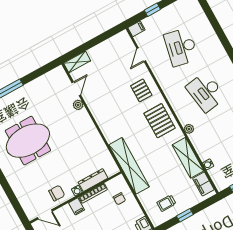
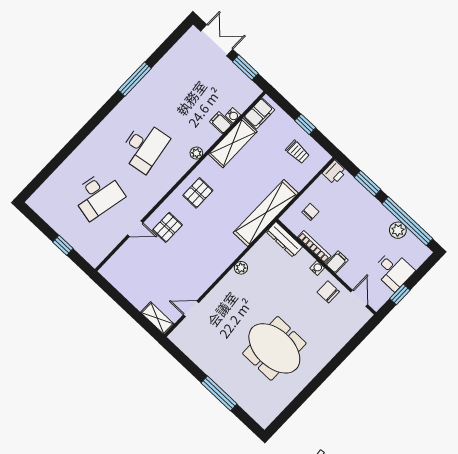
filing cabinet: (136, 29) -> (221, 123), moved
door: (141, 55) -> (135, 229), moved
plant: (78, 105) -> (241, 268), moved
pallet: (160, 121) -> (198, 193), width x0.67, depth x0.71
dresser: (93, 180) -> (284, 239), moved

